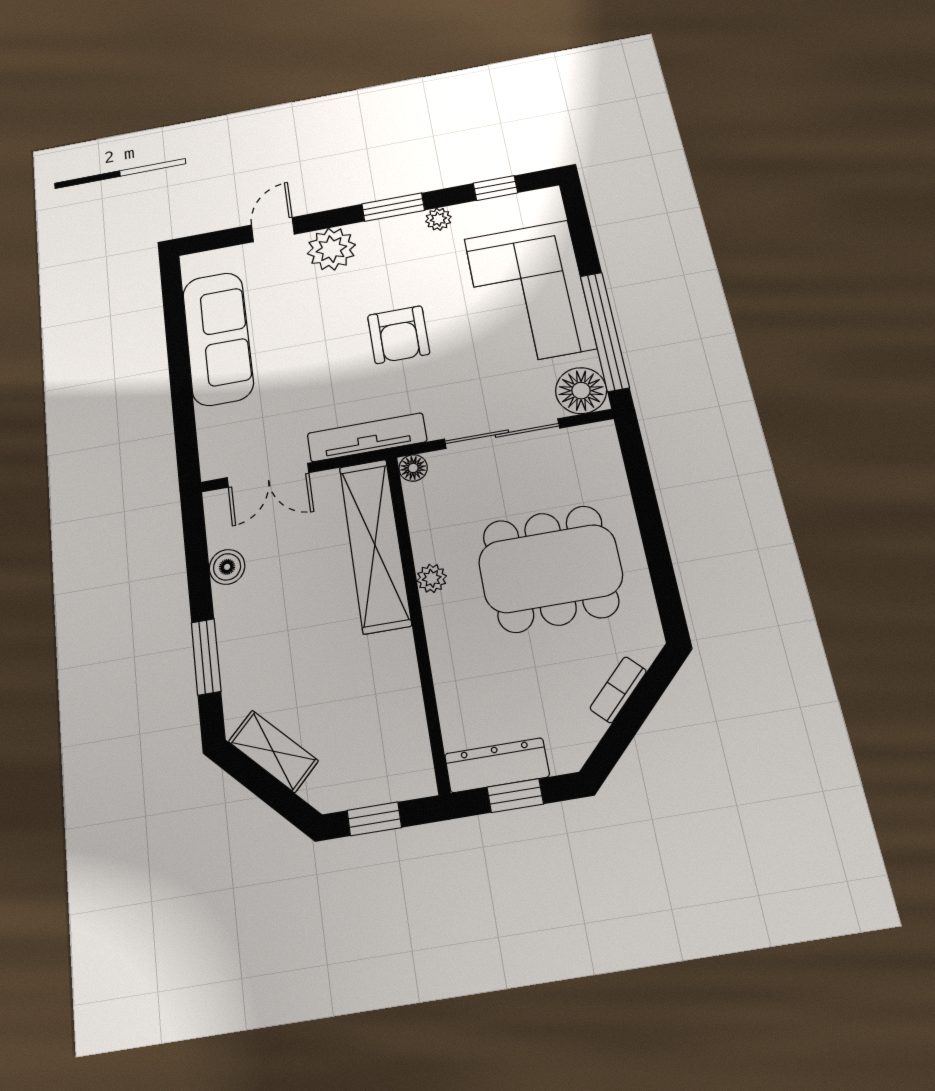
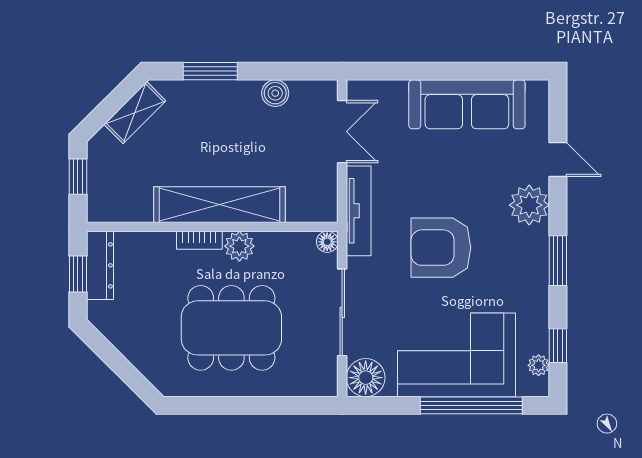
plant: (438, 219) -> (539, 365), moved
window: (605, 331) -> (471, 405), moved
armchair: (399, 335) -> (441, 248), width x1.36, depth x1.36
double door: (268, 475) -> (342, 132), swing flipped
shelving: (375, 545) -> (220, 205), moved
dining table: (550, 569) -> (231, 328), turned 90
plant: (432, 578) -> (239, 246), width x1.38, depth x1.38
bookcase: (618, 690) -> (199, 240), moved, turned 135

